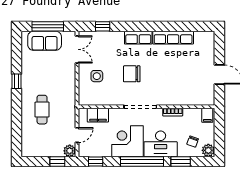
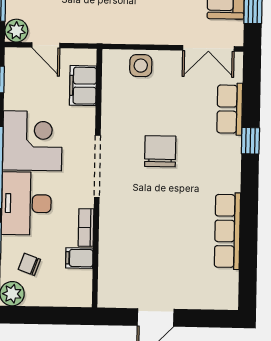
window: (103, 26) -> (250, 141), moved
row of seats: (138, 38) -> (230, 109), moved
side table: (97, 76) -> (141, 66), moved
filing cabinet: (207, 115) -> (79, 258), moved

